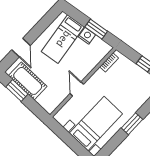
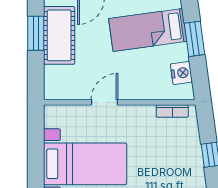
window: (96, 29) -> (194, 39), moved
nightstand: (87, 36) -> (181, 73), moved

